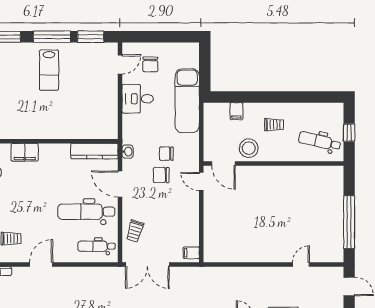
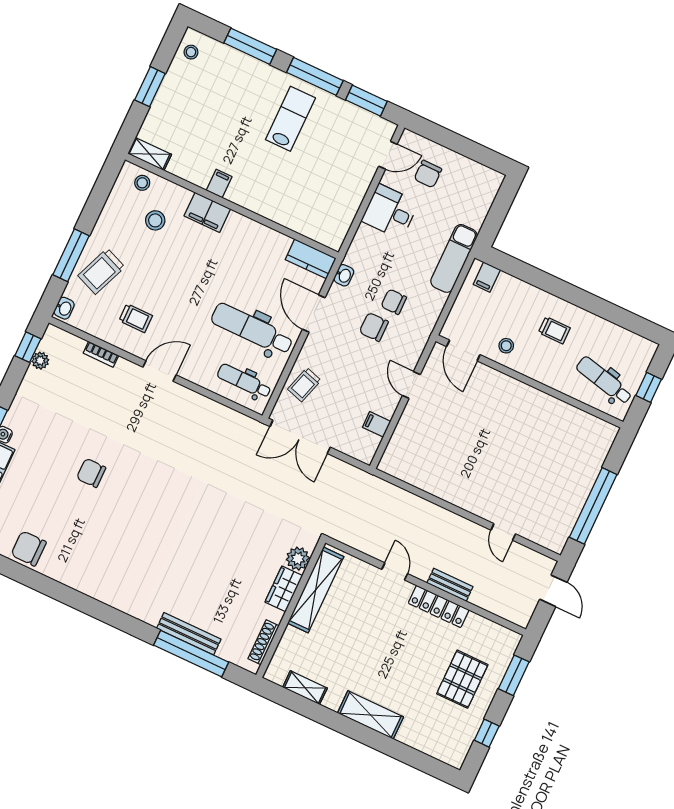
lab bench: (49, 70) -> (290, 119), turned 180
exam couch: (187, 101) -> (454, 258), width x0.73, depth x0.69
filing cabinet: (236, 111) -> (487, 277), moved
filing cabinet: (24, 131) -> (219, 184), added
stool: (249, 148) -> (506, 346), width x0.53, depth x0.53
kitchen counter: (94, 151) -> (311, 259), width x0.67
door: (201, 181) -> (411, 385), moved
filing cabinet: (191, 253) -> (377, 424), moved
door: (301, 264) -> (503, 532), swing flipped

